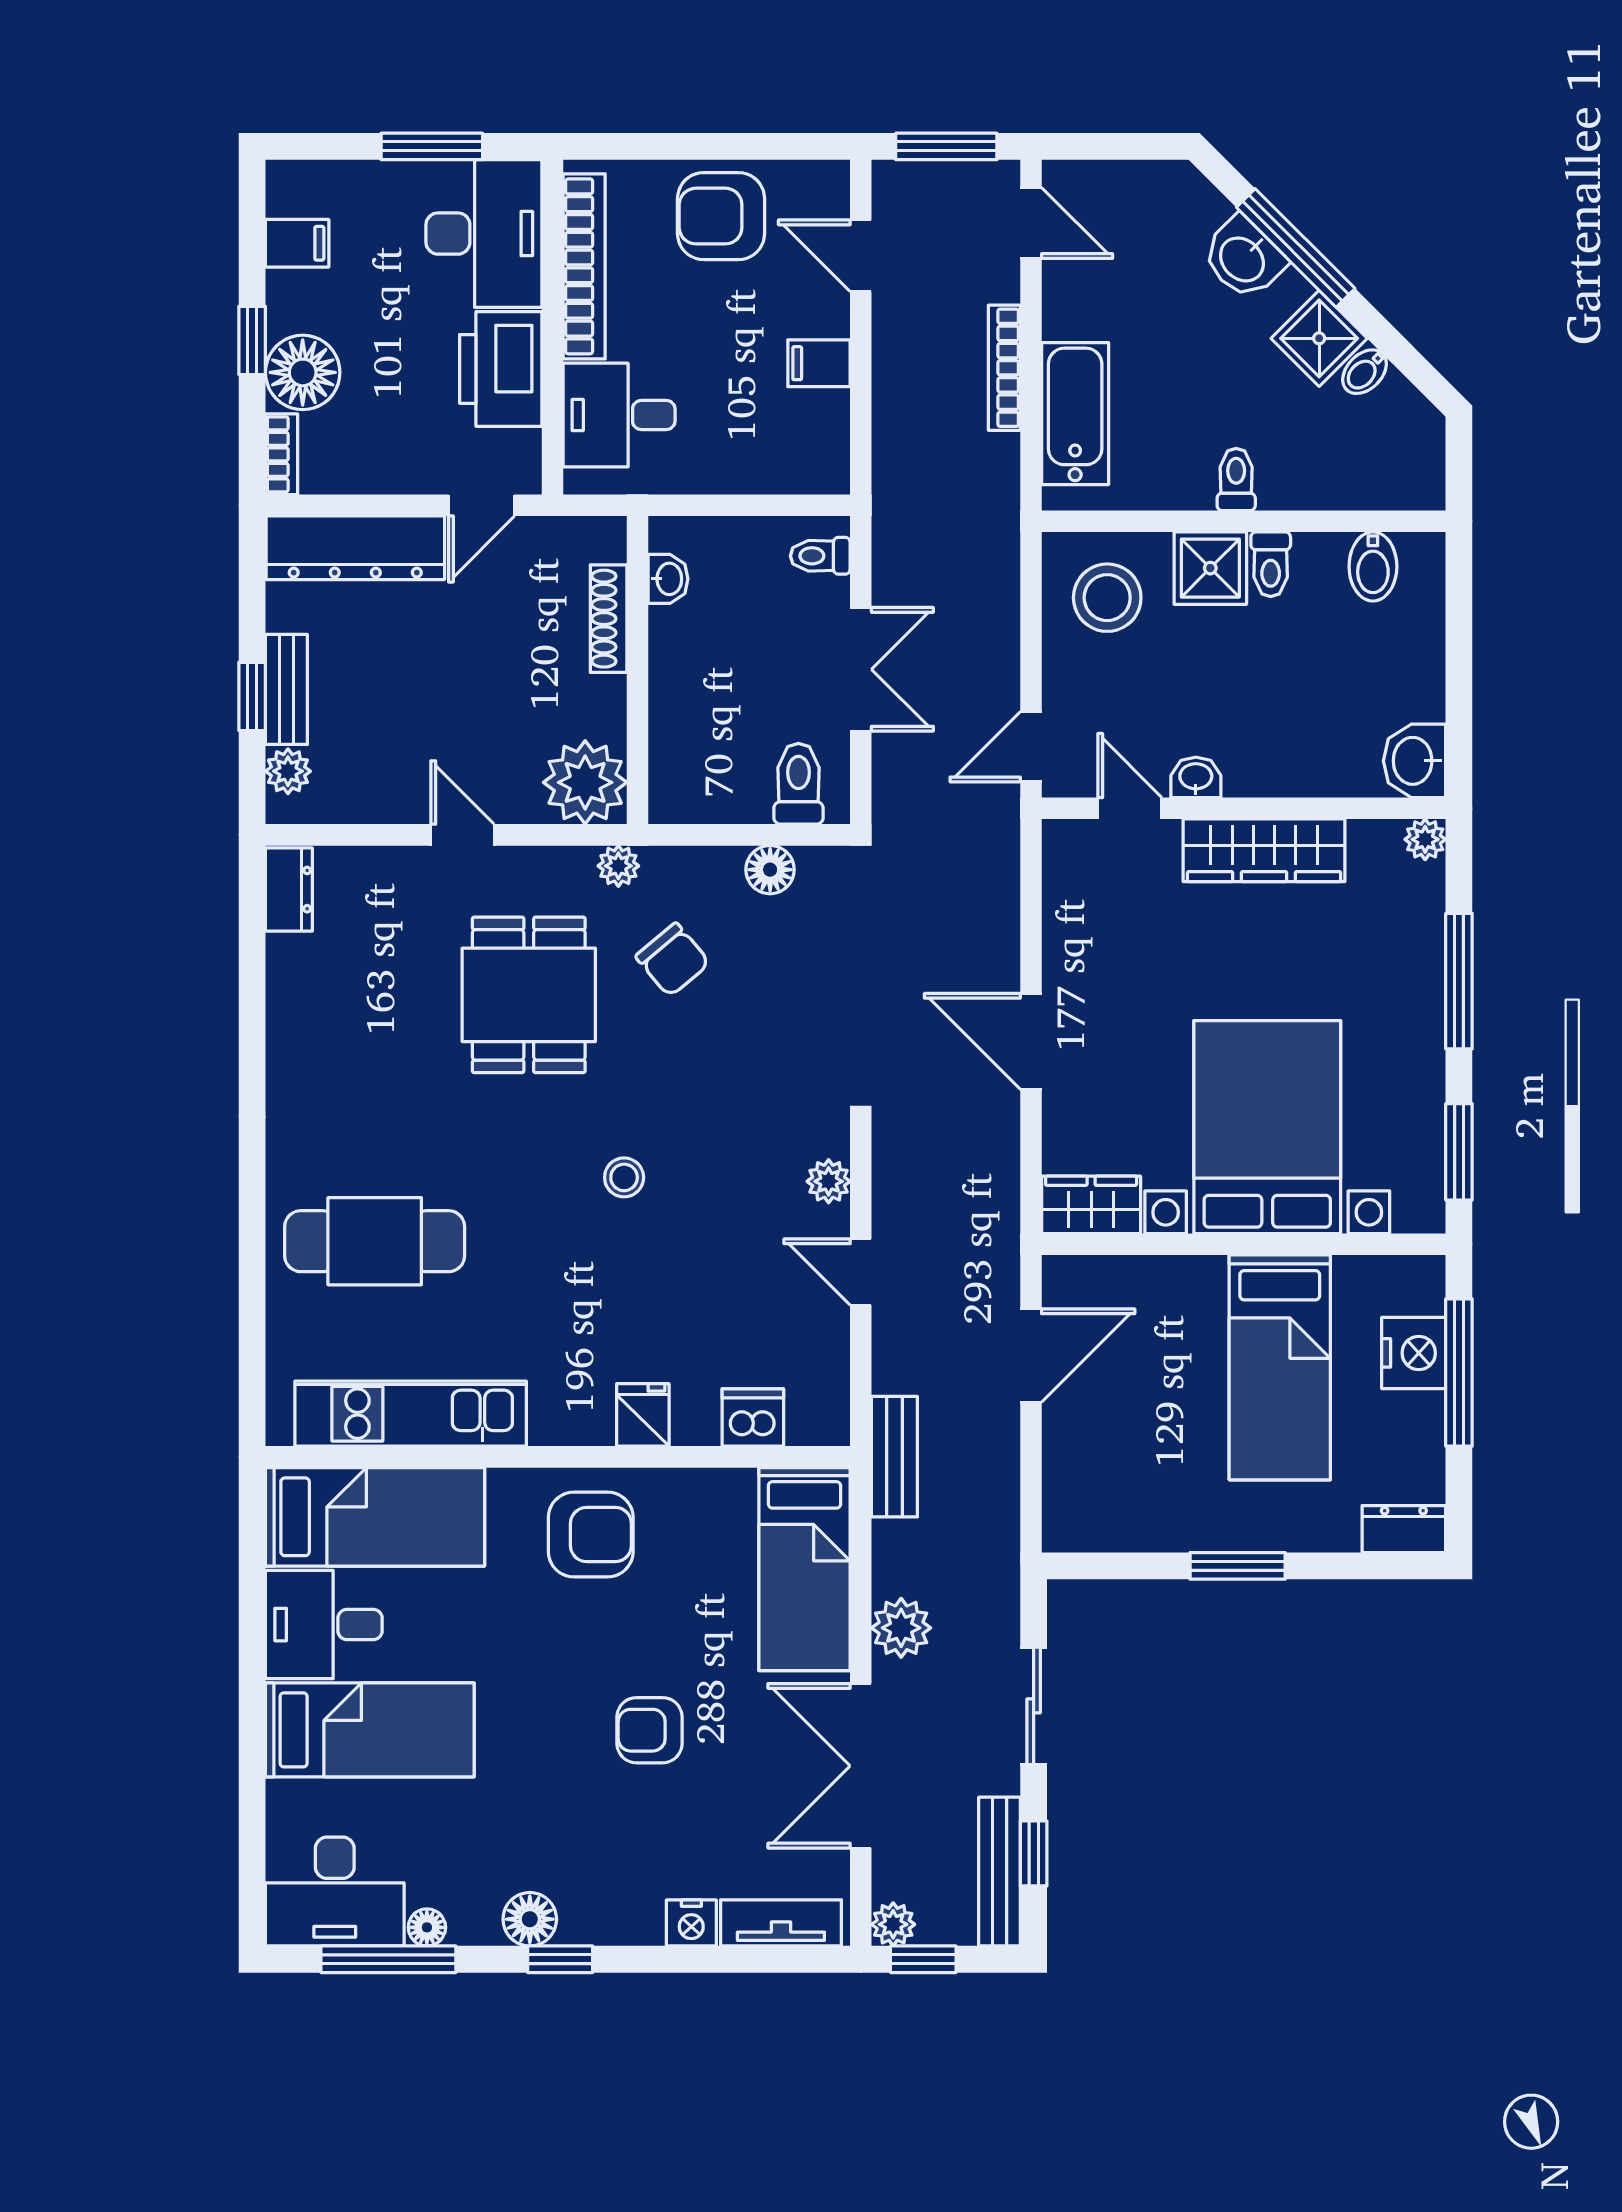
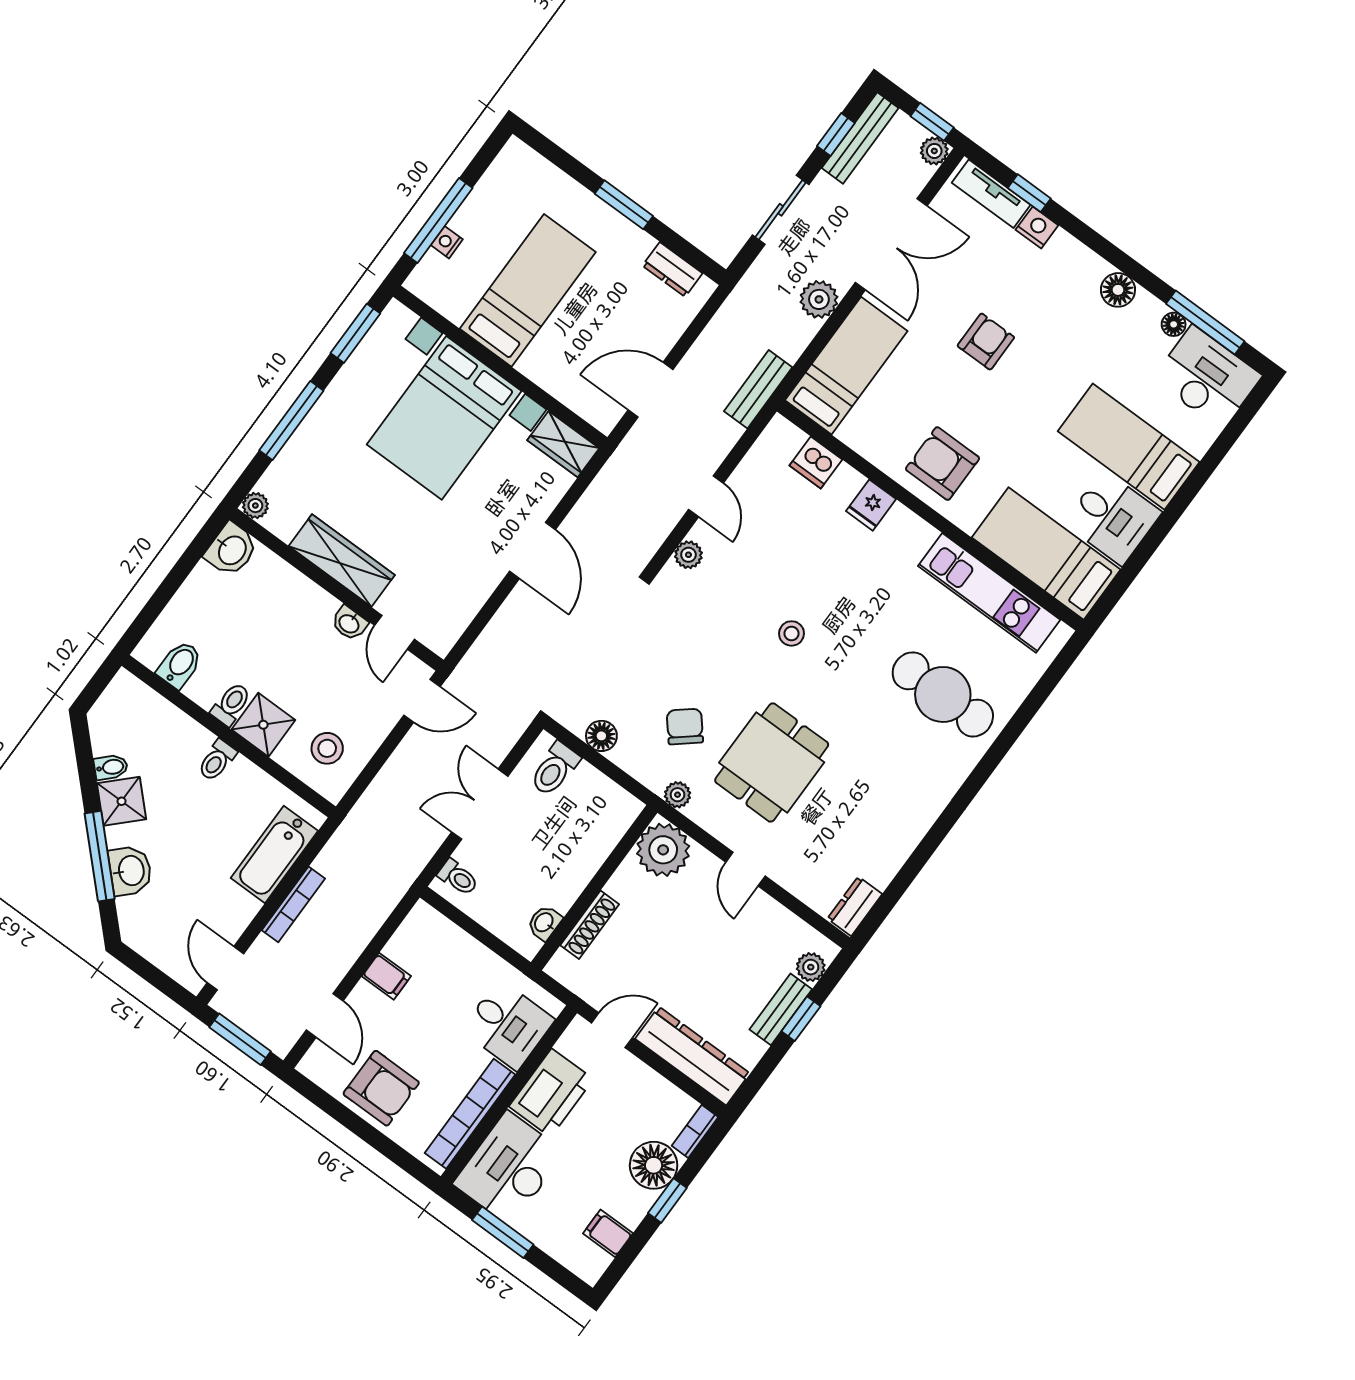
stool: (1107, 598) -> (327, 748), width x0.73, depth x0.73
nightstand: (1414, 1353) -> (447, 242), width x0.53, depth x0.56
dresser: (1404, 1529) -> (672, 269), moved
armchair: (650, 1730) -> (986, 342), turned -90
window: (560, 1959) -> (1029, 193), moved

